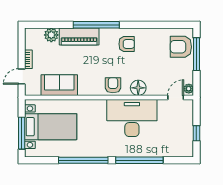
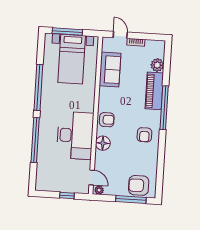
armchair: (181, 47) -> (139, 185), turned -90
window: (196, 133) -> (67, 196), moved

